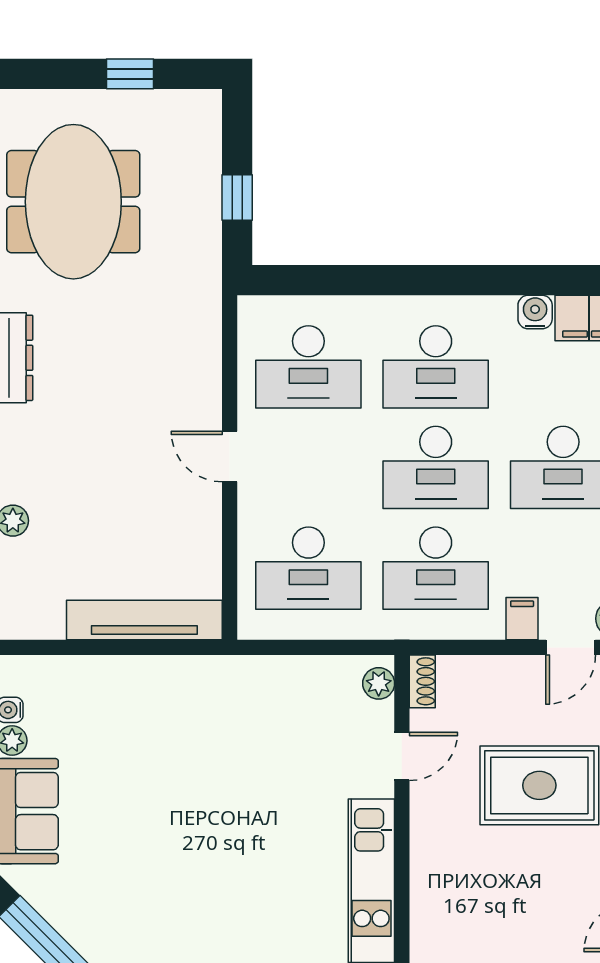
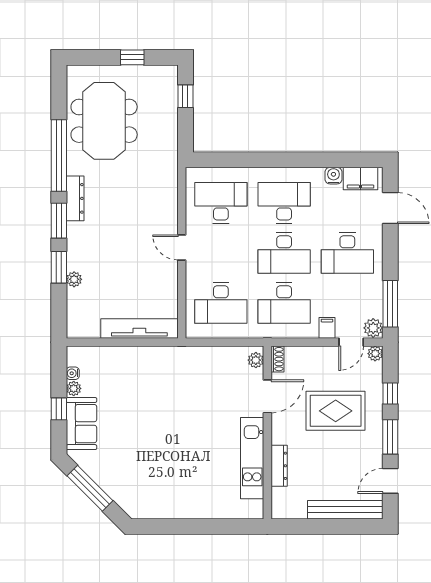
window: (237, 198) -> (185, 96), moved
desk: (308, 367) -> (221, 203), turned 180
desk: (436, 367) -> (284, 203), turned 180
door: (402, 756) -> (267, 396), width x1.38
dresser: (426, 896) -> (279, 466), added

